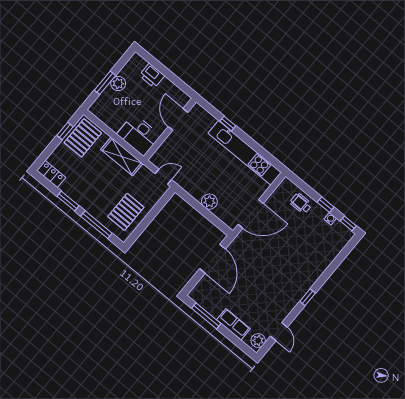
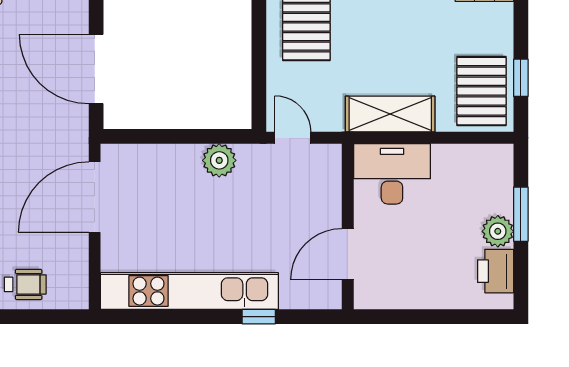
printer: (152, 76) -> (496, 271), moved, turned -90
door: (178, 119) -> (348, 254), swing flipped
door: (163, 177) -> (293, 138), swing flipped
plant: (209, 202) -> (219, 160), moved

